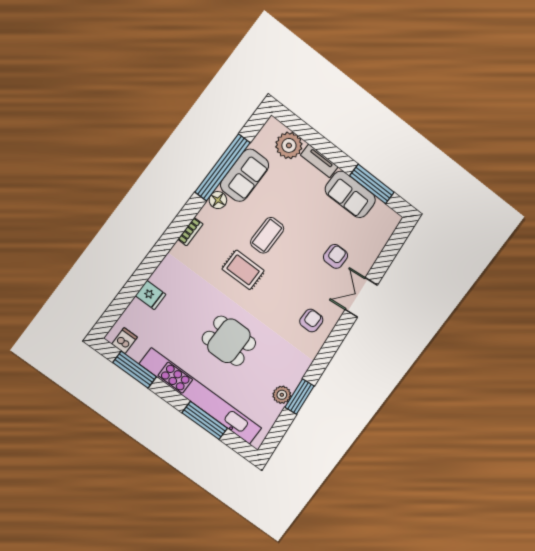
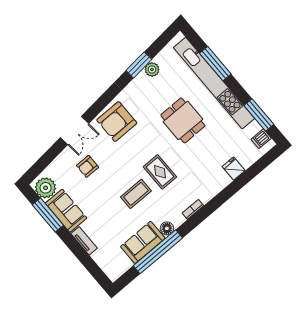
plant: (289, 145) -> (46, 188), moved
armchair: (311, 321) -> (117, 122), width x1.88, depth x1.88

